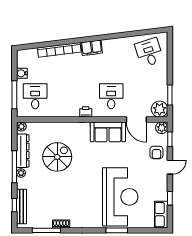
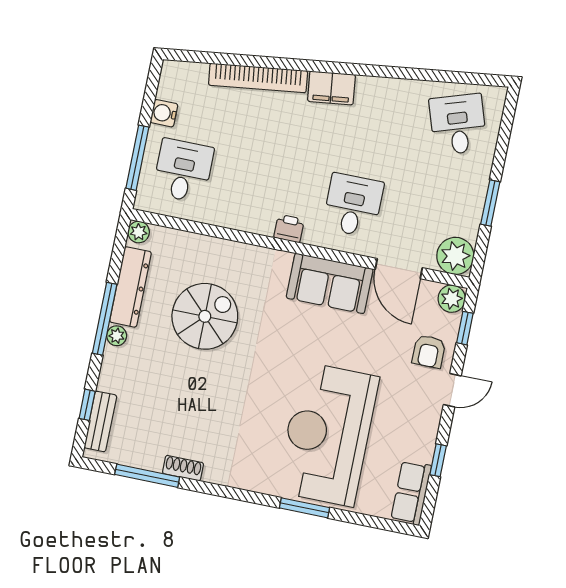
window: (170, 95) -> (490, 203), moved
reception desk: (120, 197) -> (328, 434), turned 180
bench: (22, 207) -> (100, 421), width x0.73

